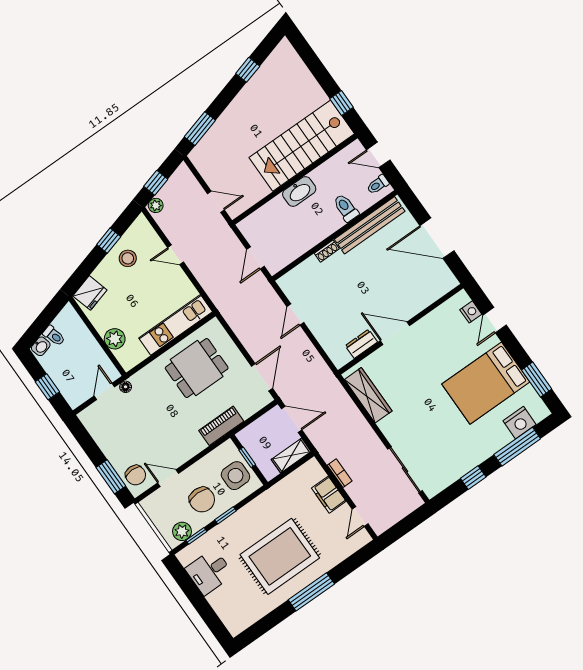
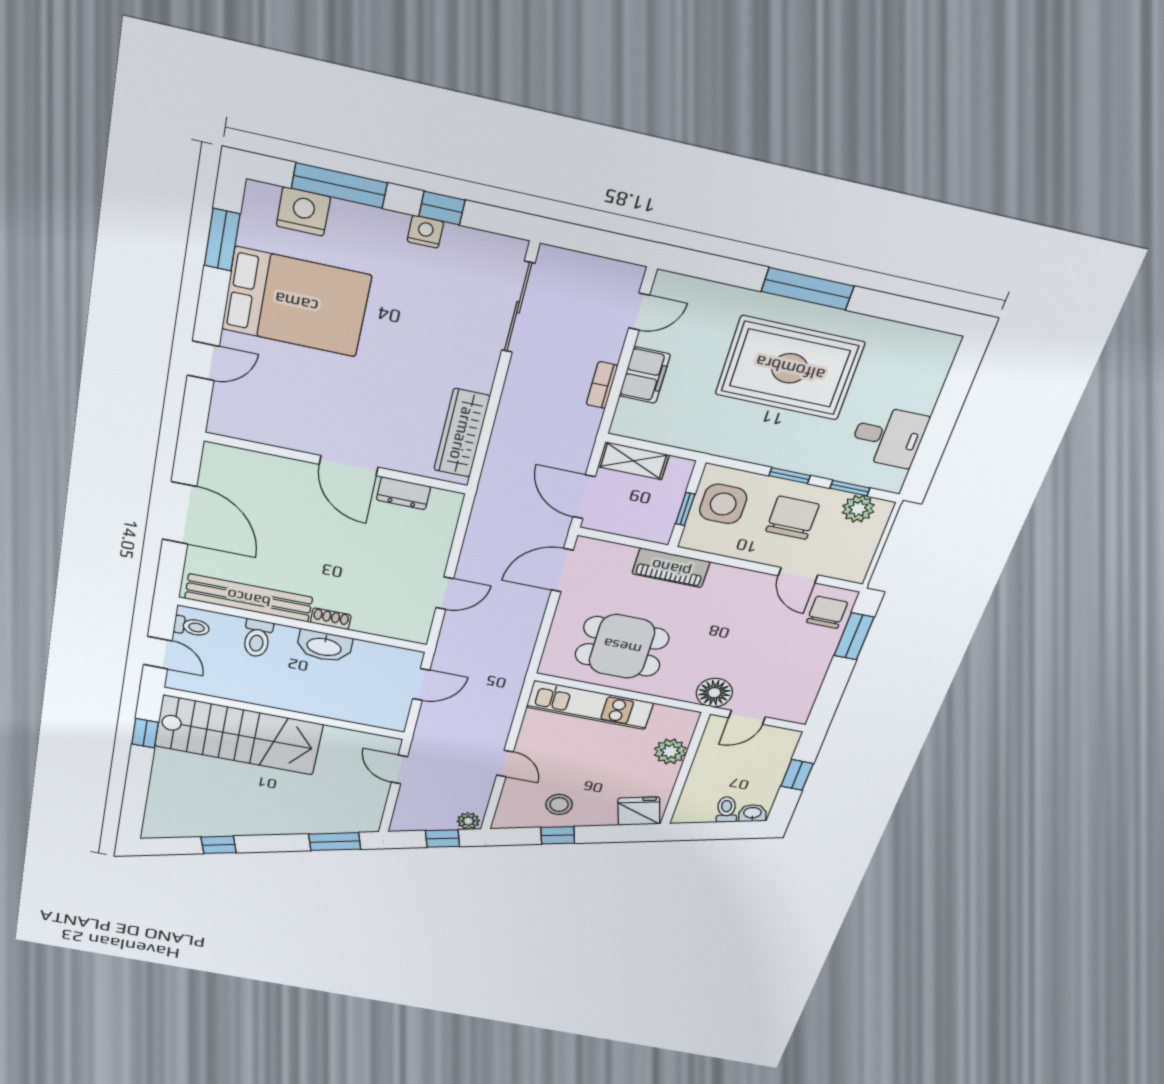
washbasin: (299, 192) -> (324, 646), moved, turned 180
nightstand: (471, 312) -> (425, 232), moved, turned 90
floor lamp: (126, 387) -> (714, 693), width x1.89, depth x1.89

